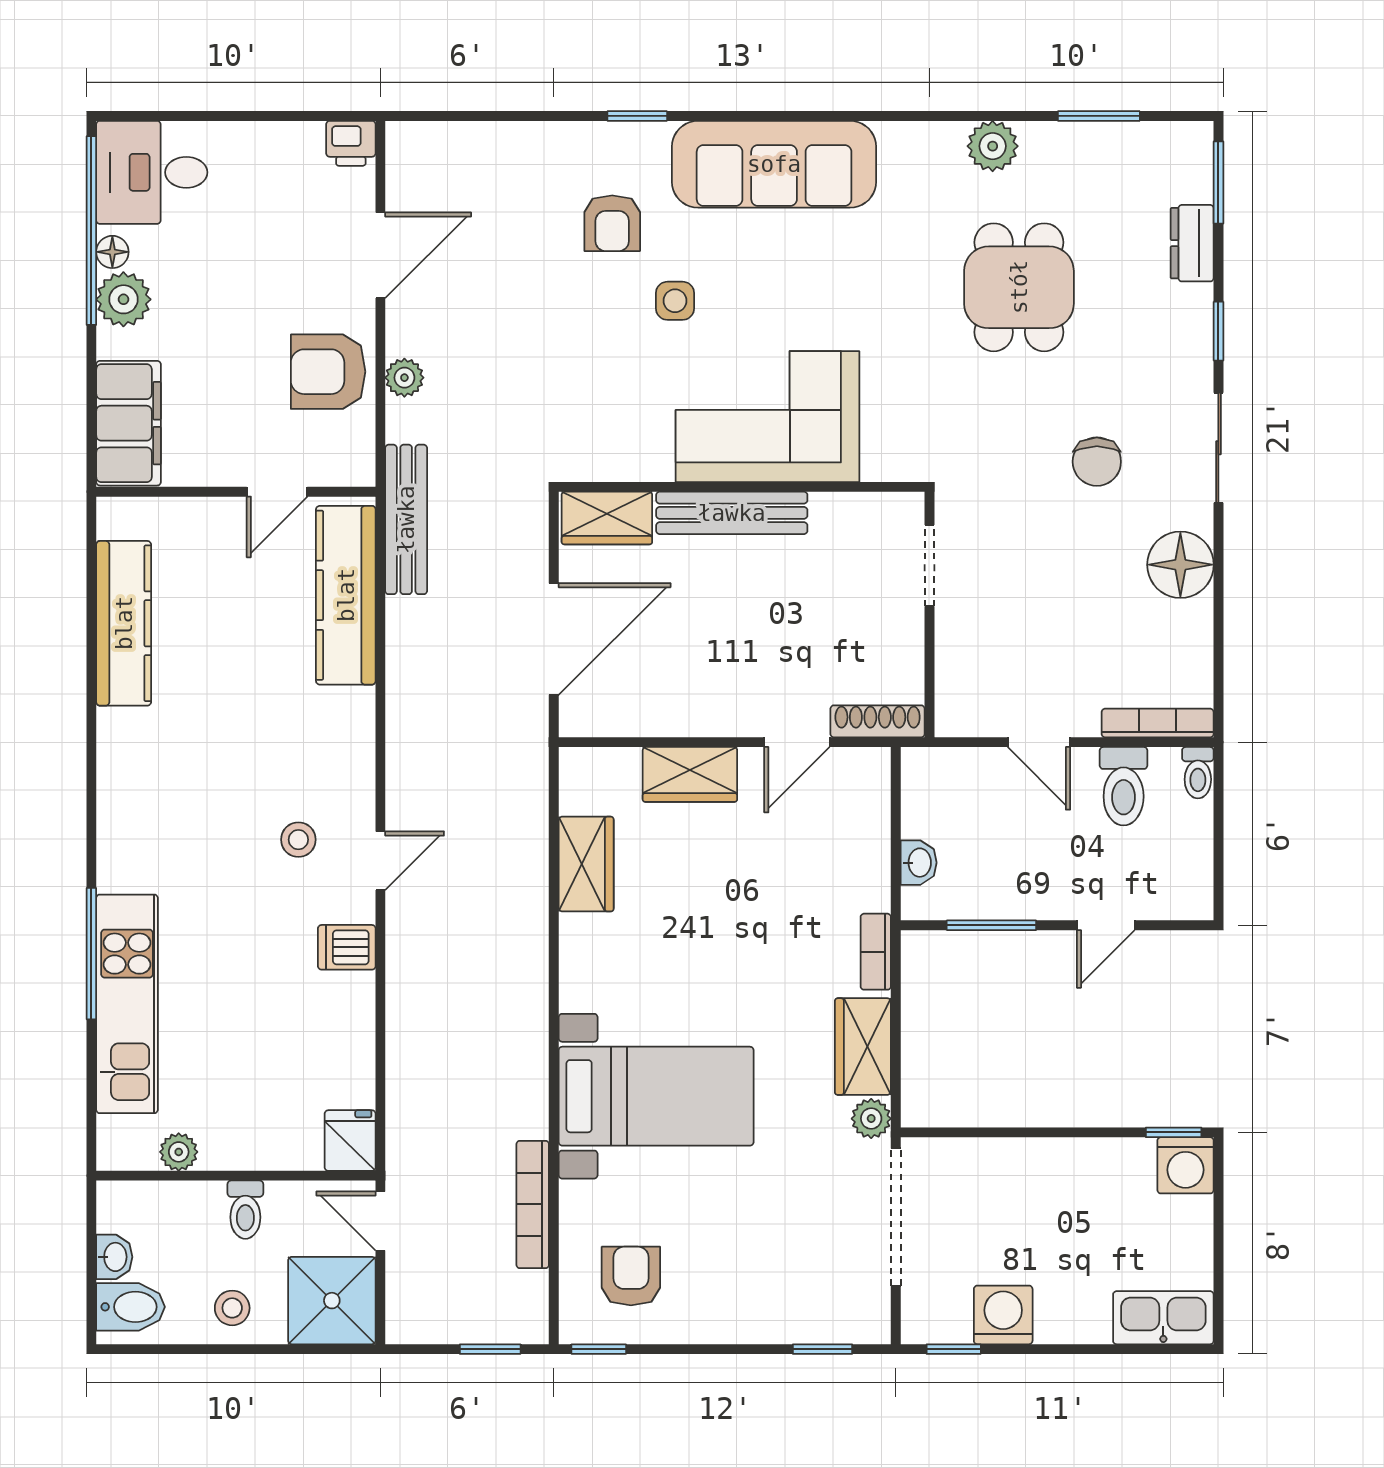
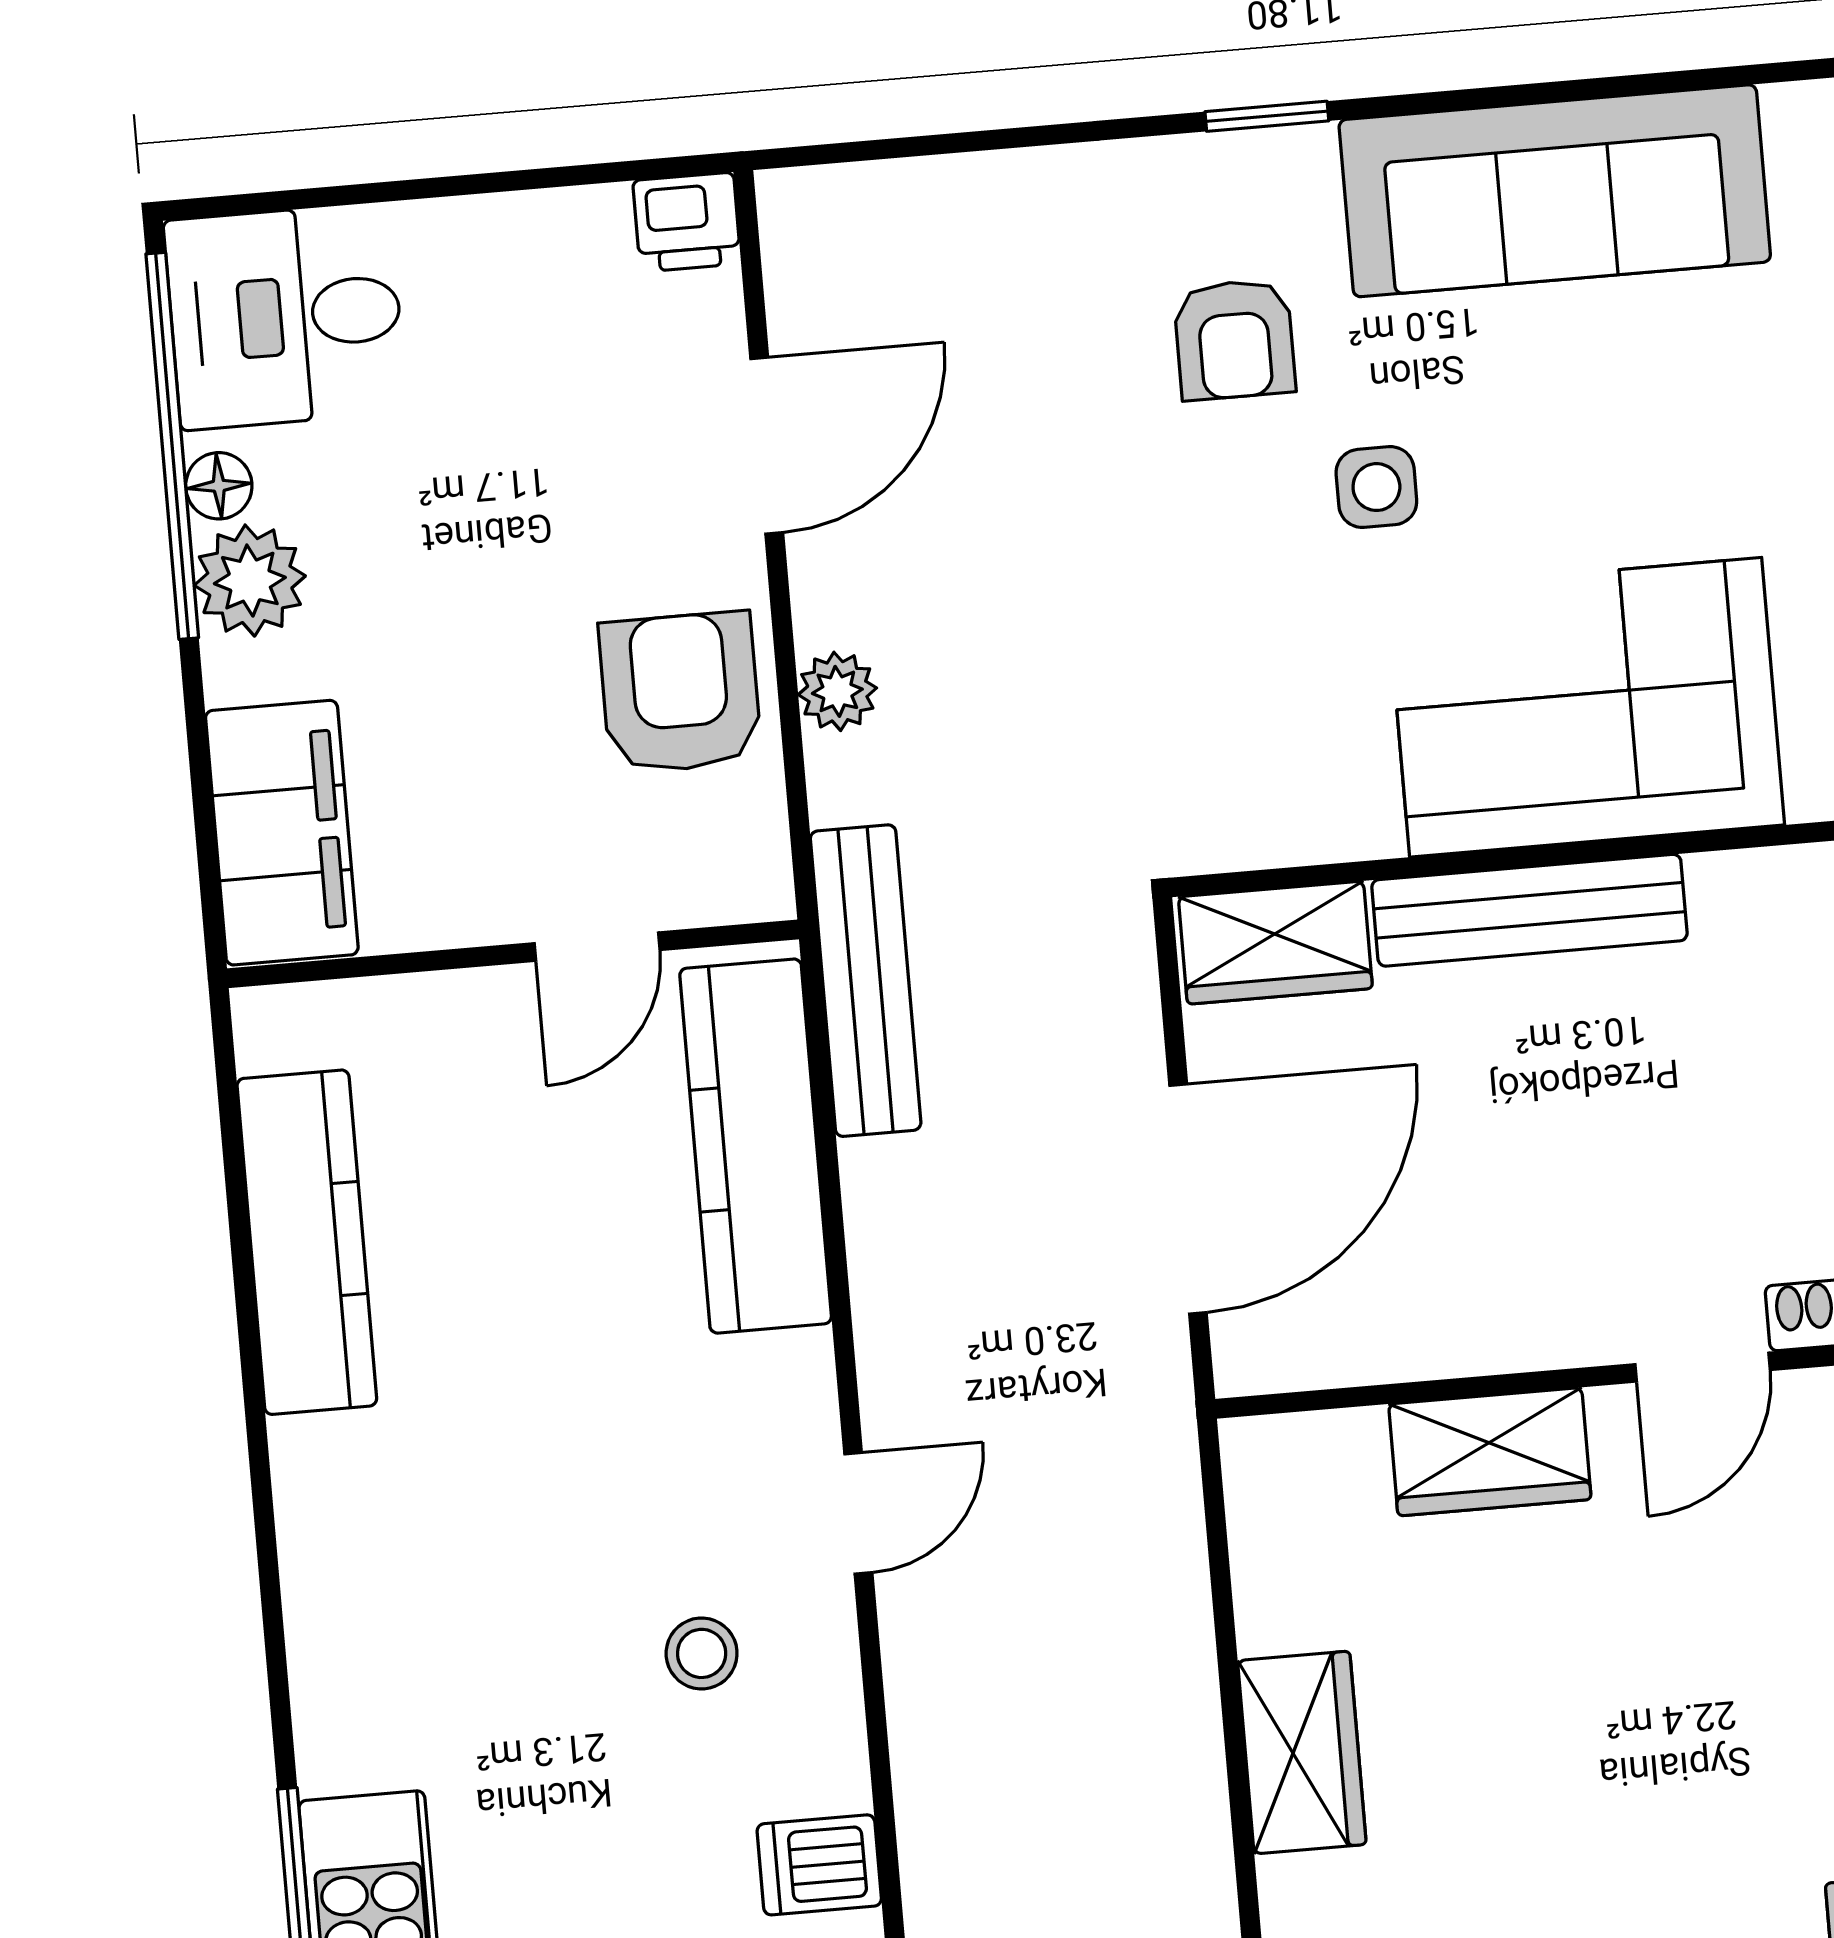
armchair: (328, 372) -> (680, 693), turned 90
door: (380, 861) -> (858, 1513), moved
wardrobe: (586, 864) -> (1302, 1752), moved

